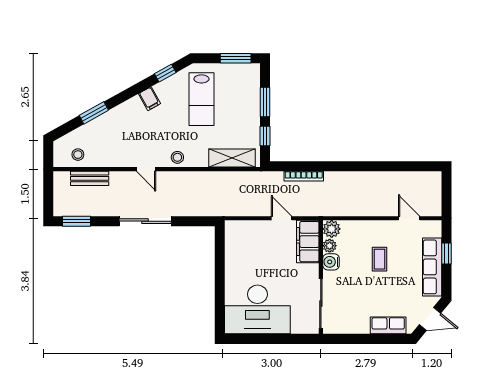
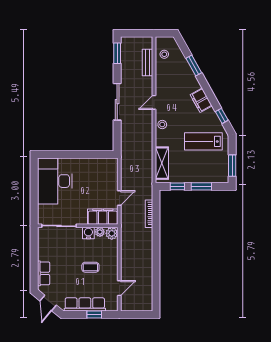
filing cabinet: (149, 99) -> (201, 100), width x2.00

